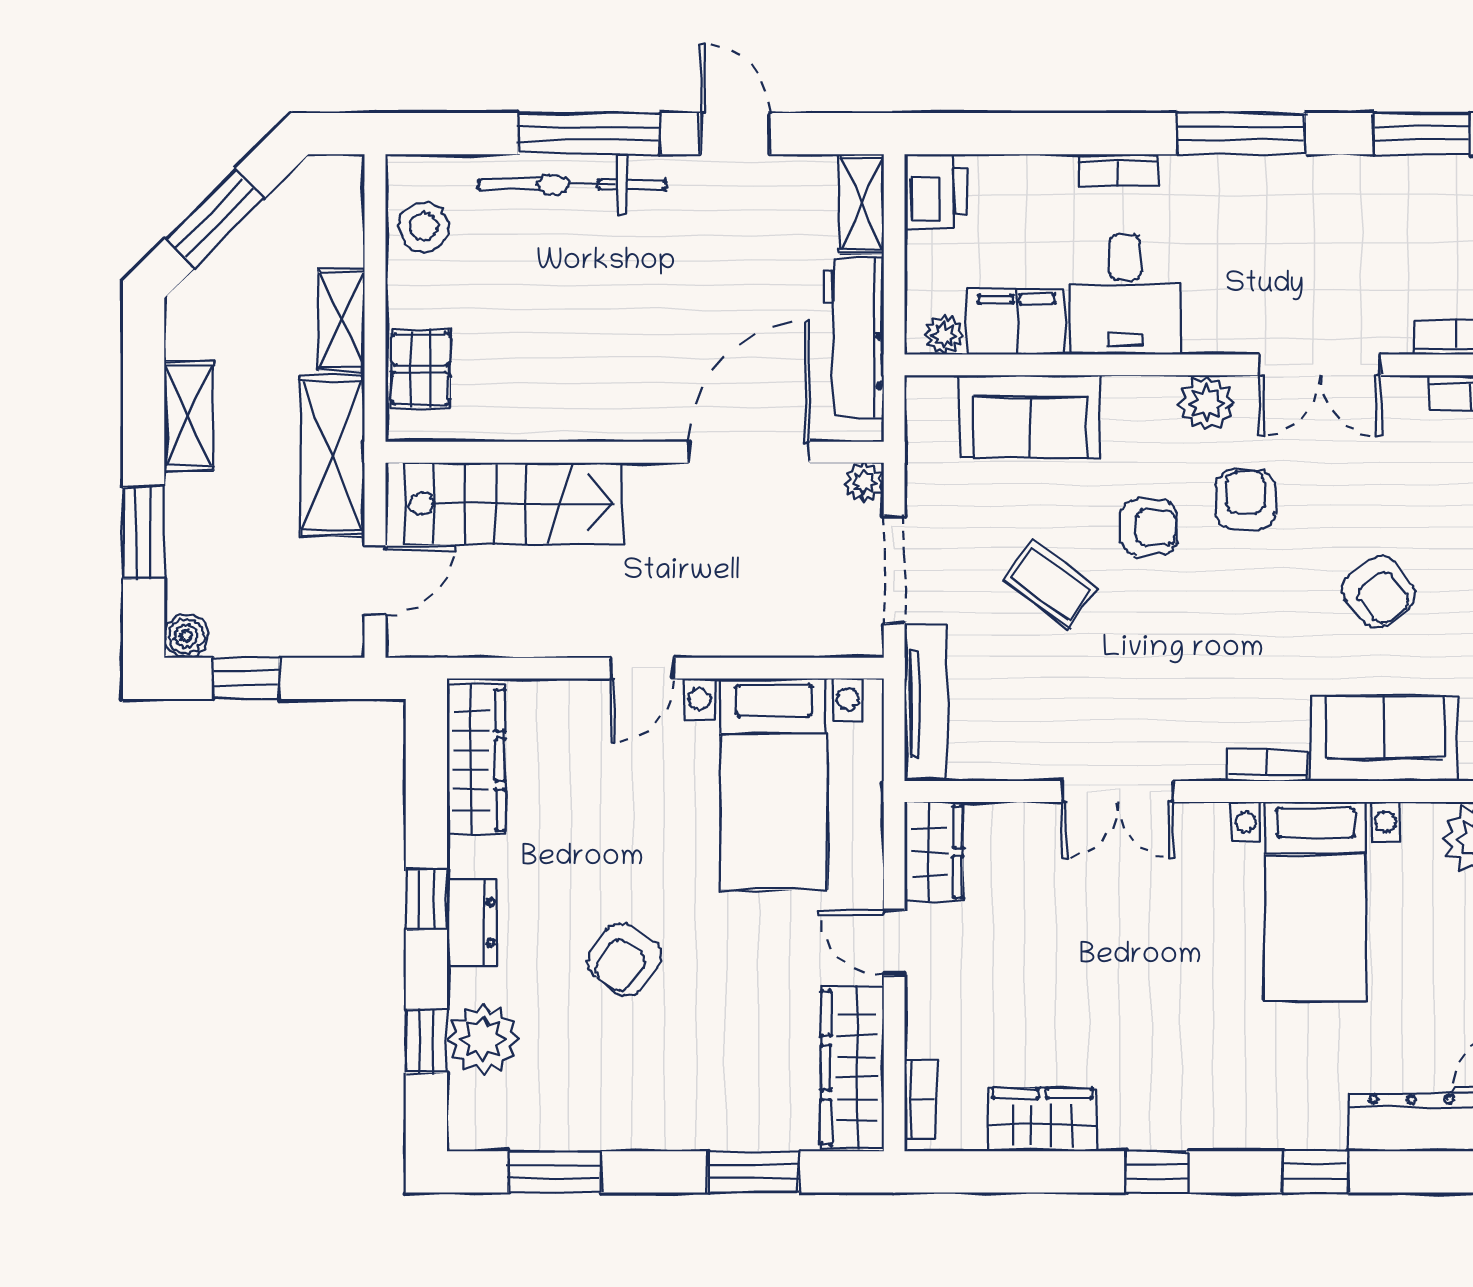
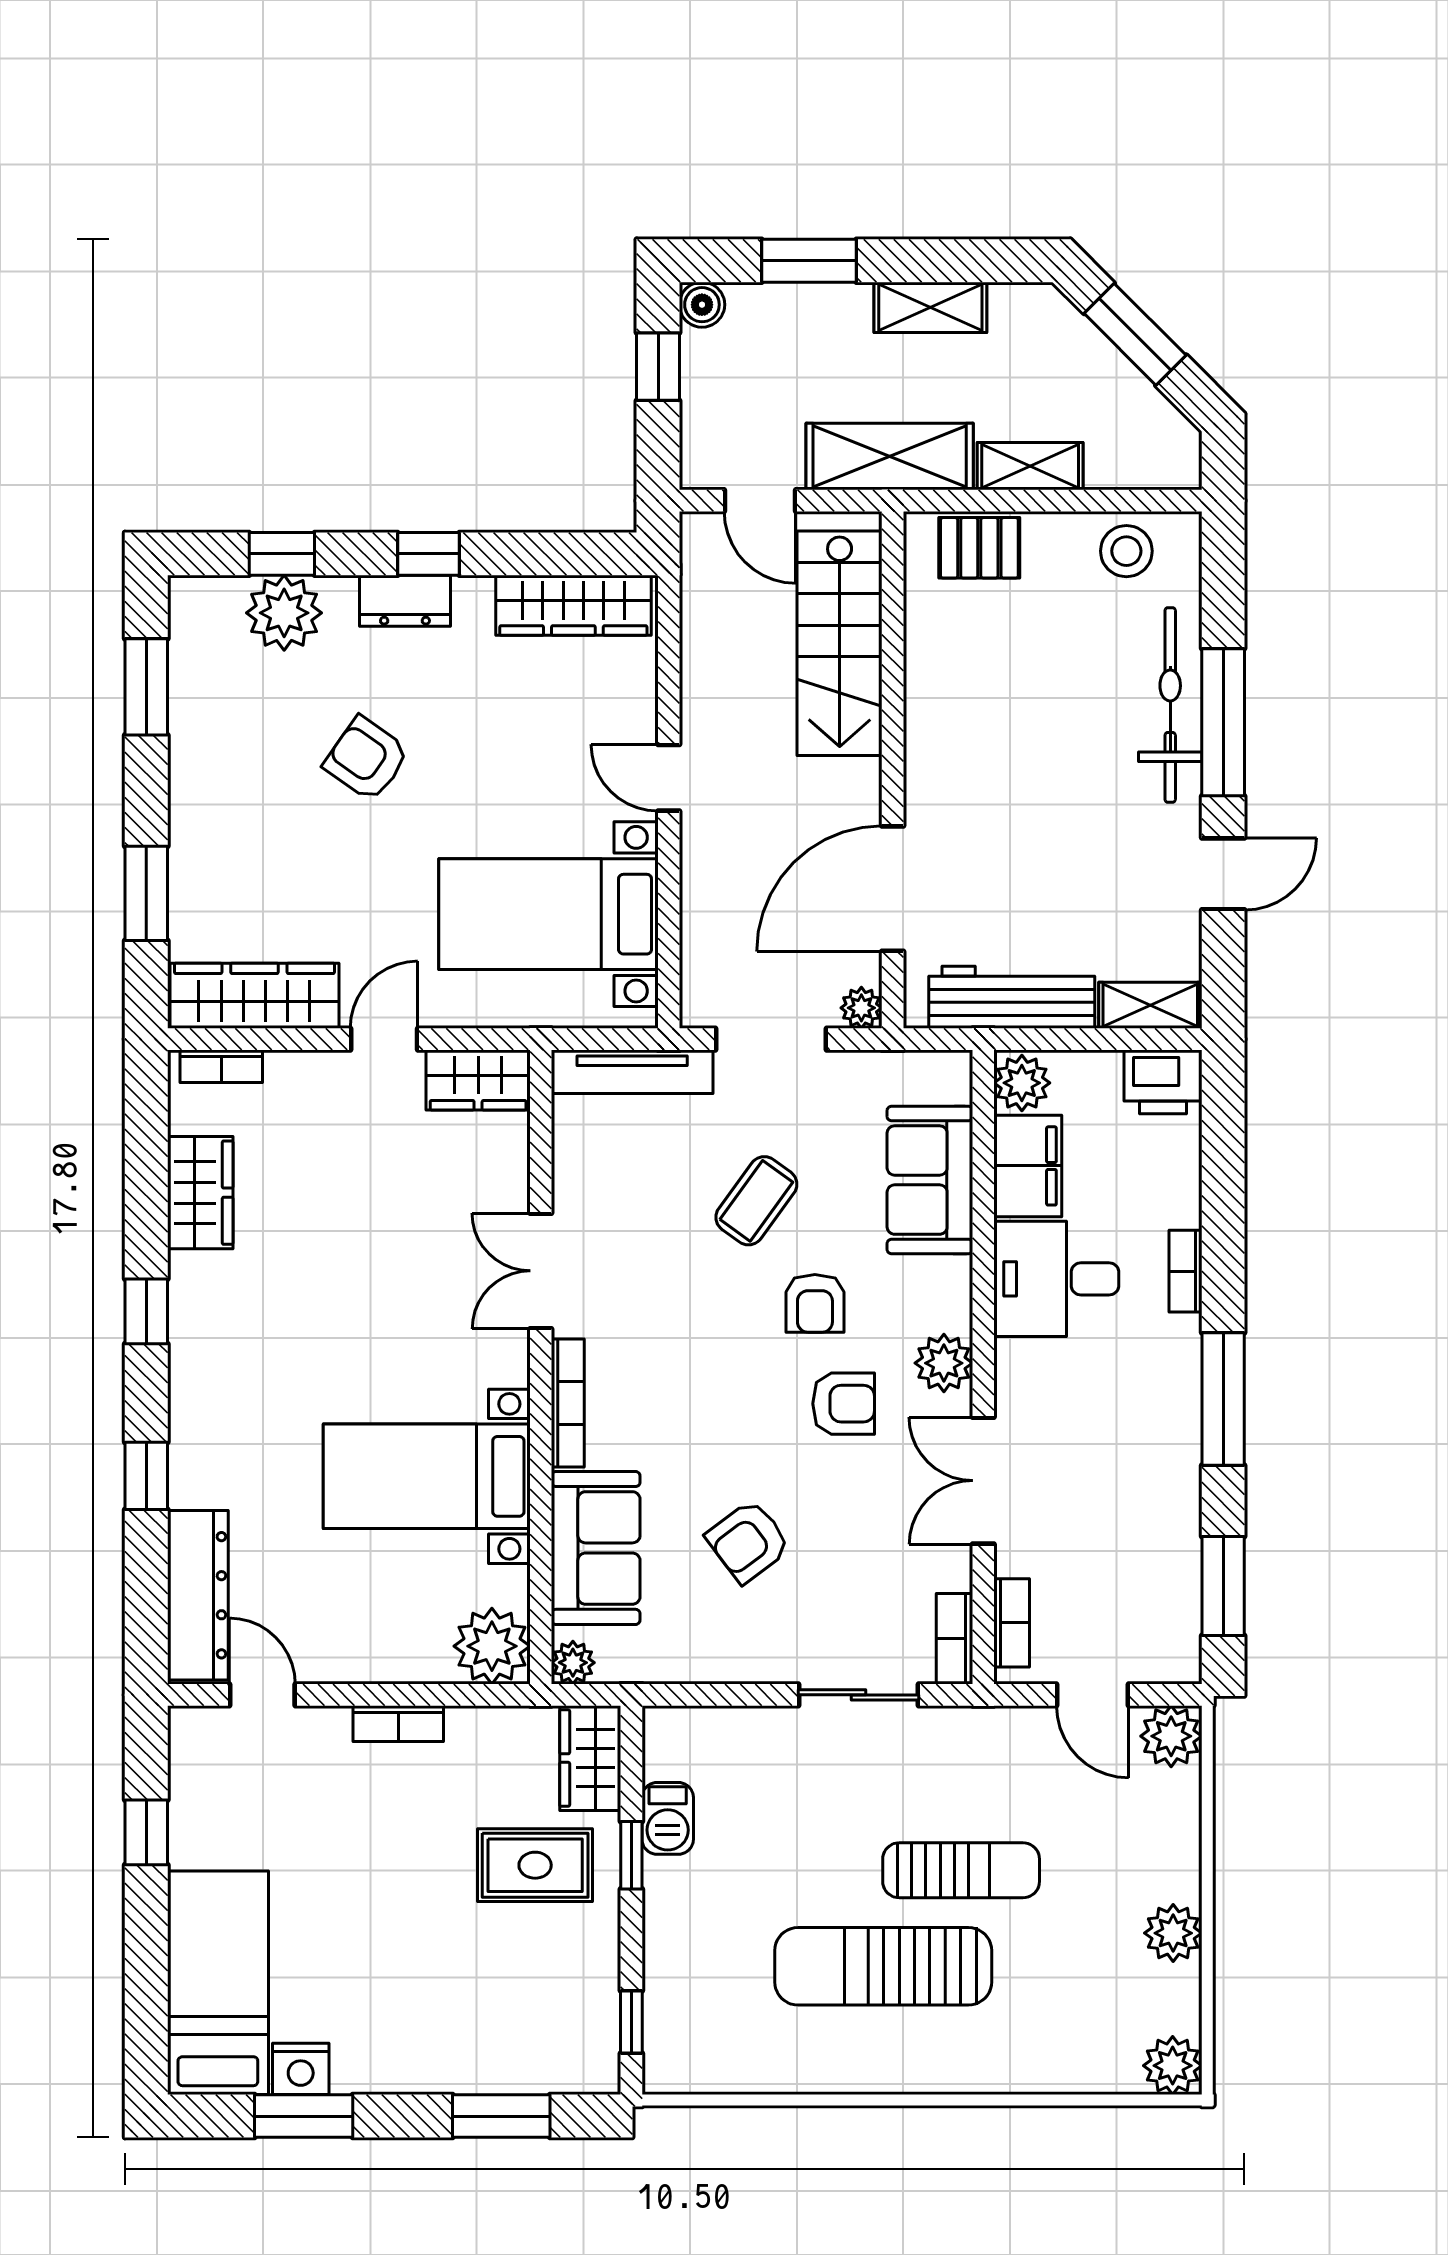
plant: (944, 335) -> (1022, 1083), width x1.38, depth x1.38
door: (749, 452) -> (893, 889), swing flipped
bookcase: (1267, 765) -> (568, 1403), width x1.56

